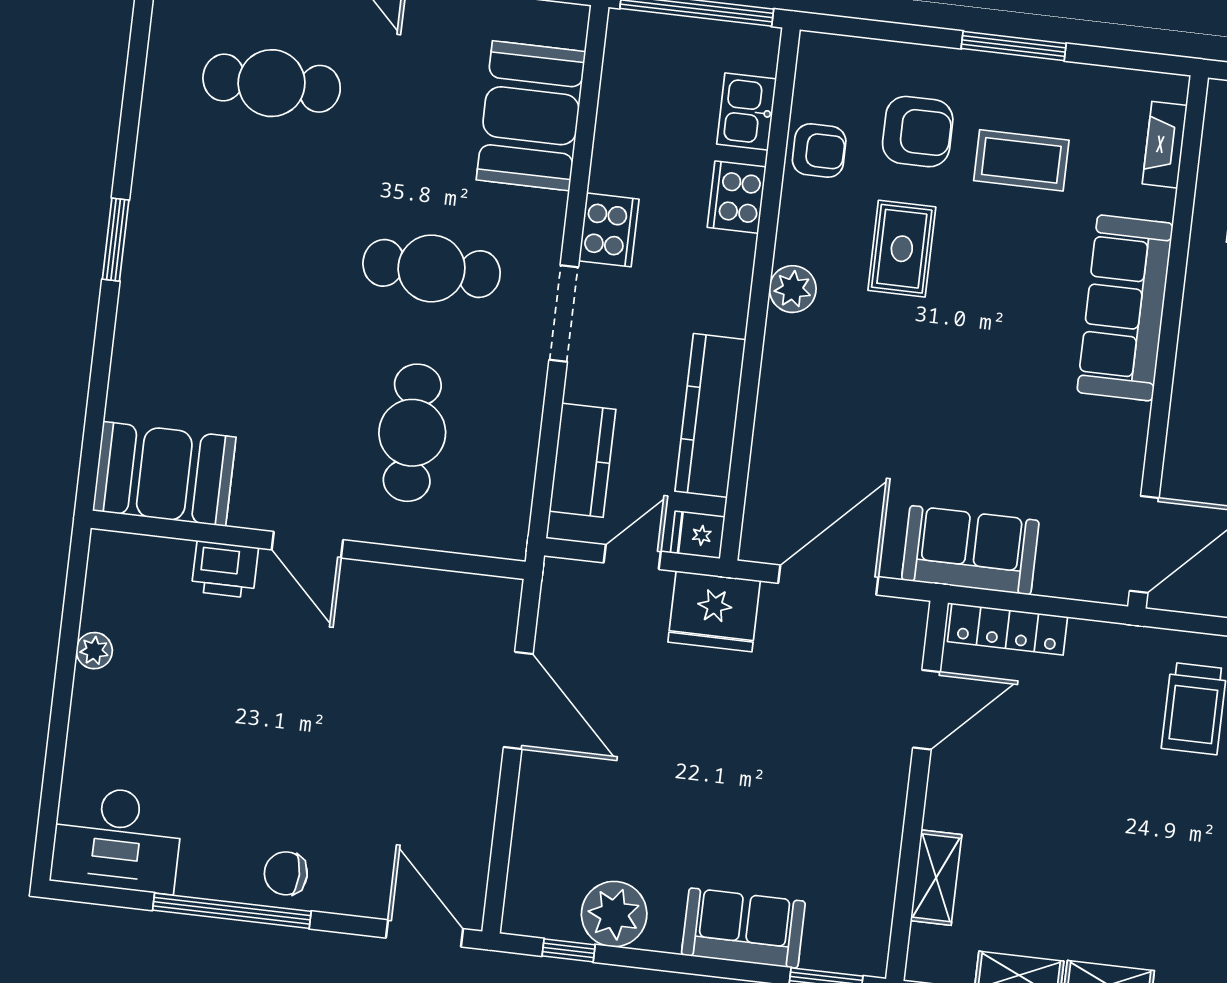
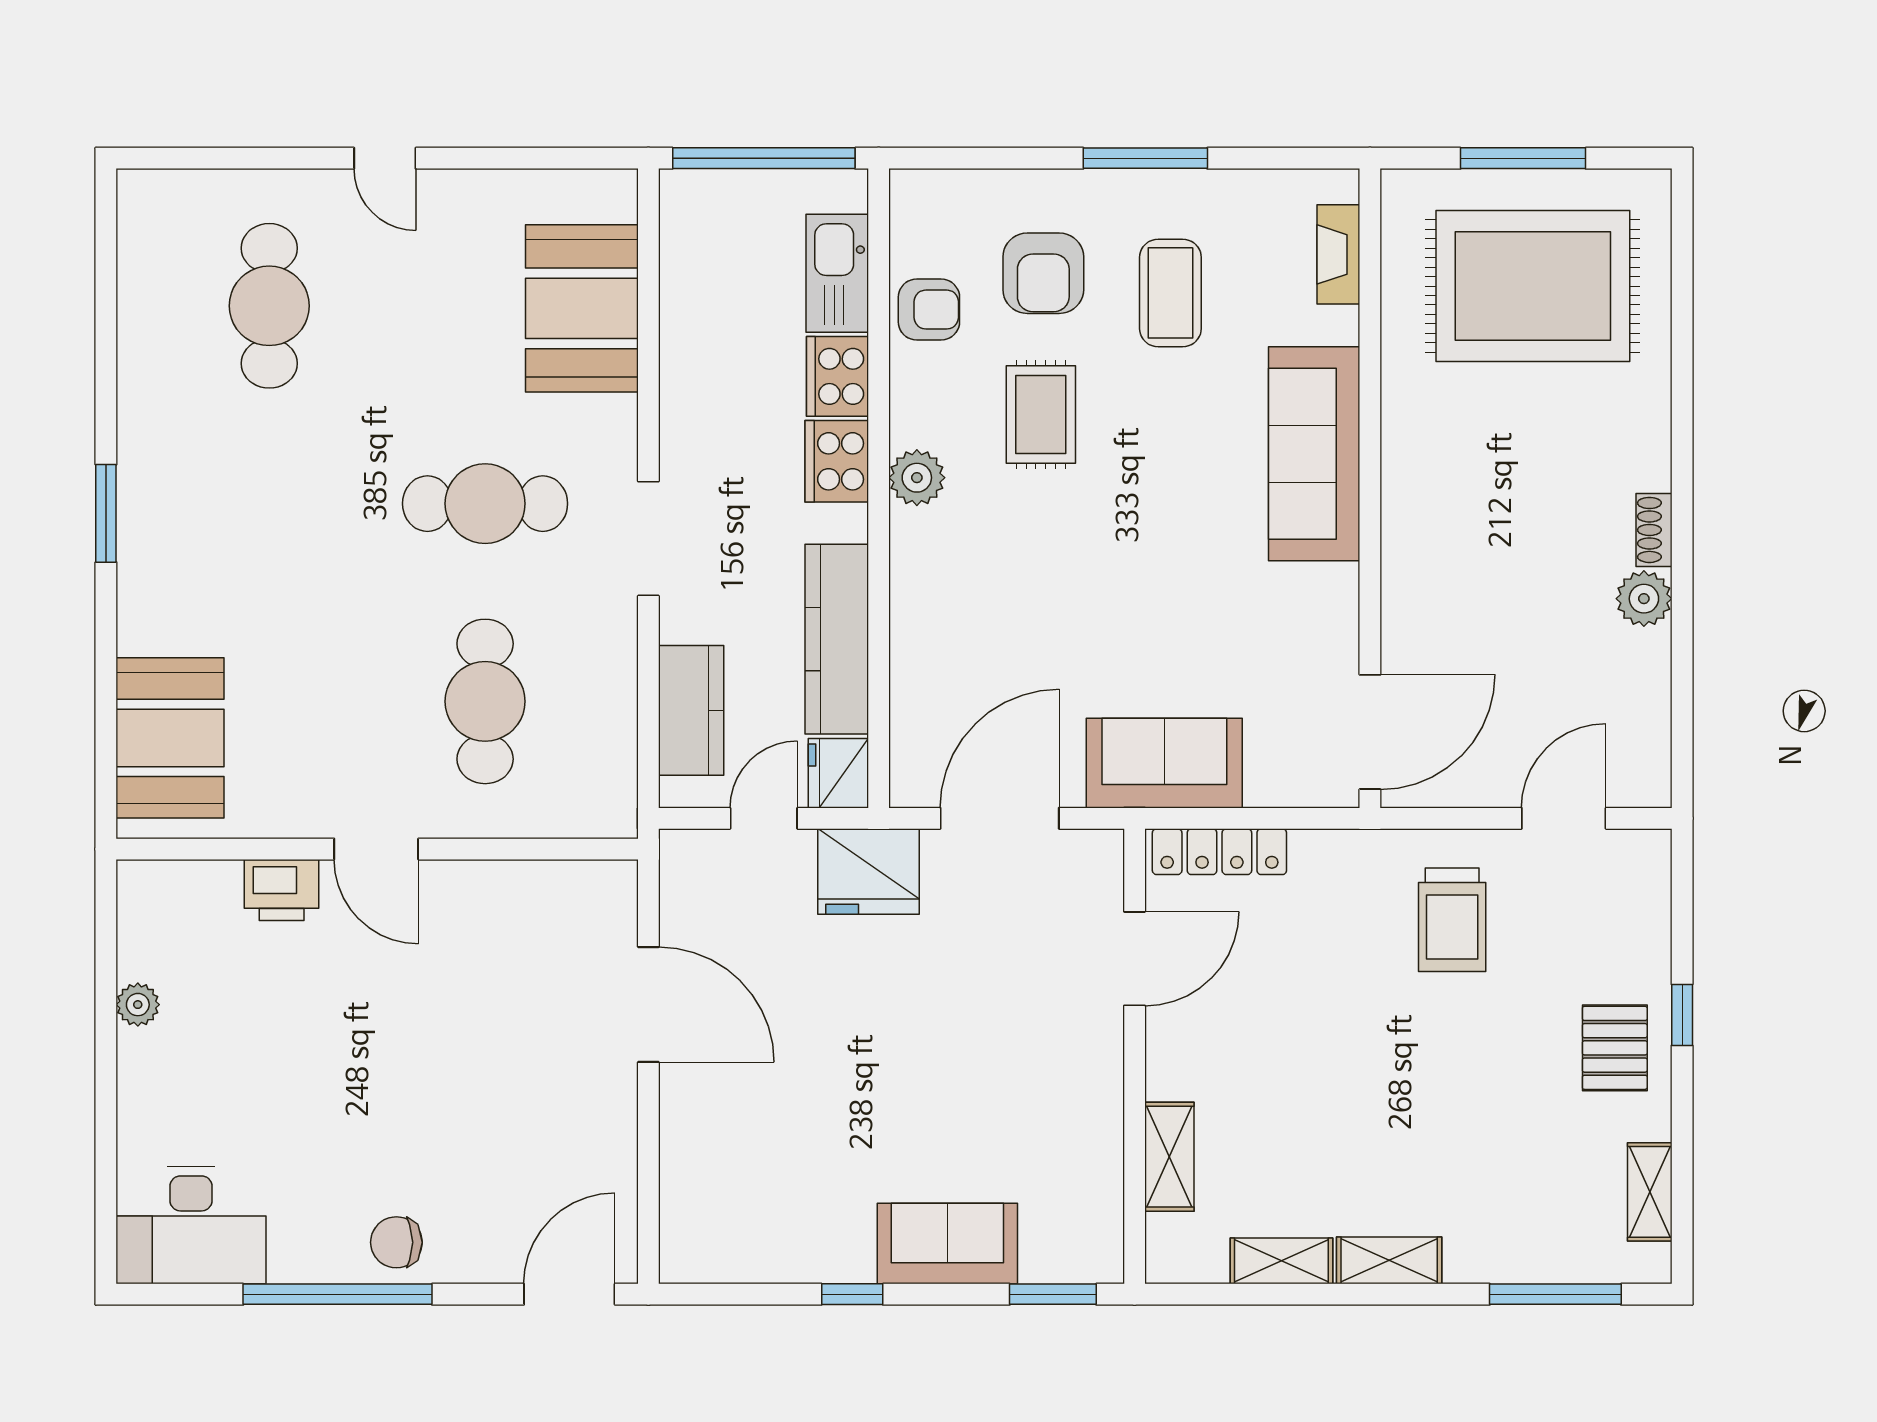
cafe table: (272, 83) -> (269, 306), turned 90
kitchen sink: (747, 111) -> (837, 273), width x1.38
armchair: (918, 132) -> (1043, 273), turned 90
coffee table: (1021, 160) -> (1170, 293), turned 90
cooker: (609, 230) -> (837, 461), moved, turned 180
booth: (164, 474) -> (170, 738), moved, turned 90
fridge: (698, 535) -> (838, 773), width x1.38
plant: (614, 914) -> (792, 1245), removed
door: (424, 933) -> (569, 1294), hinge flipped
window: (569, 950) -> (852, 1294), moved

